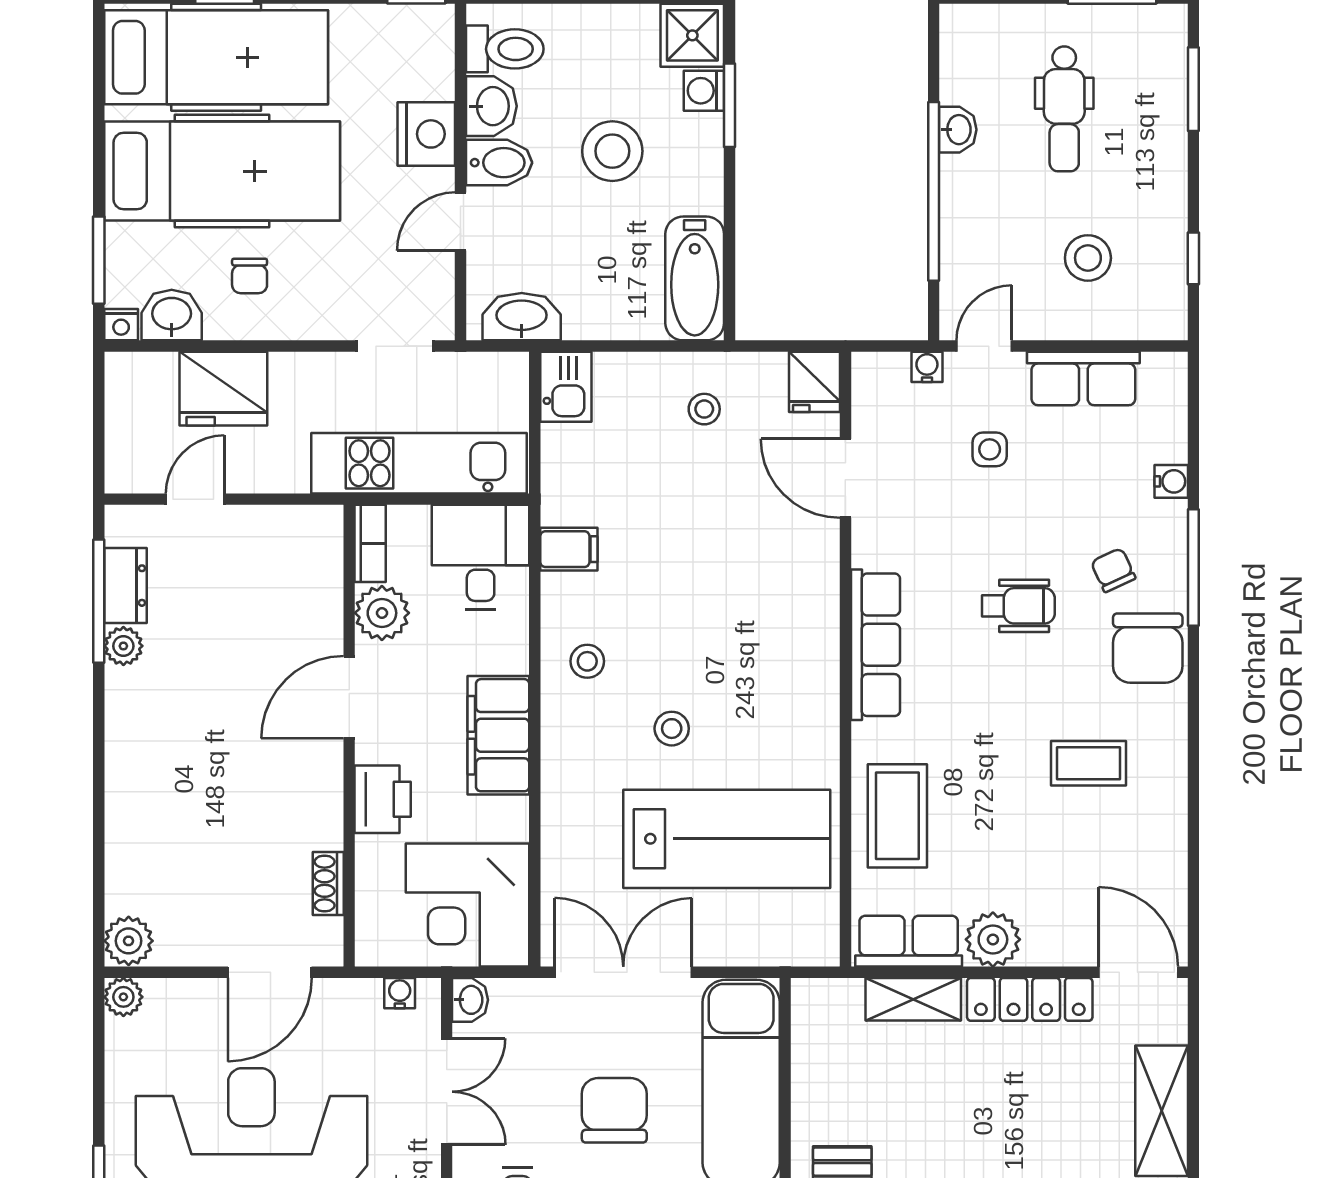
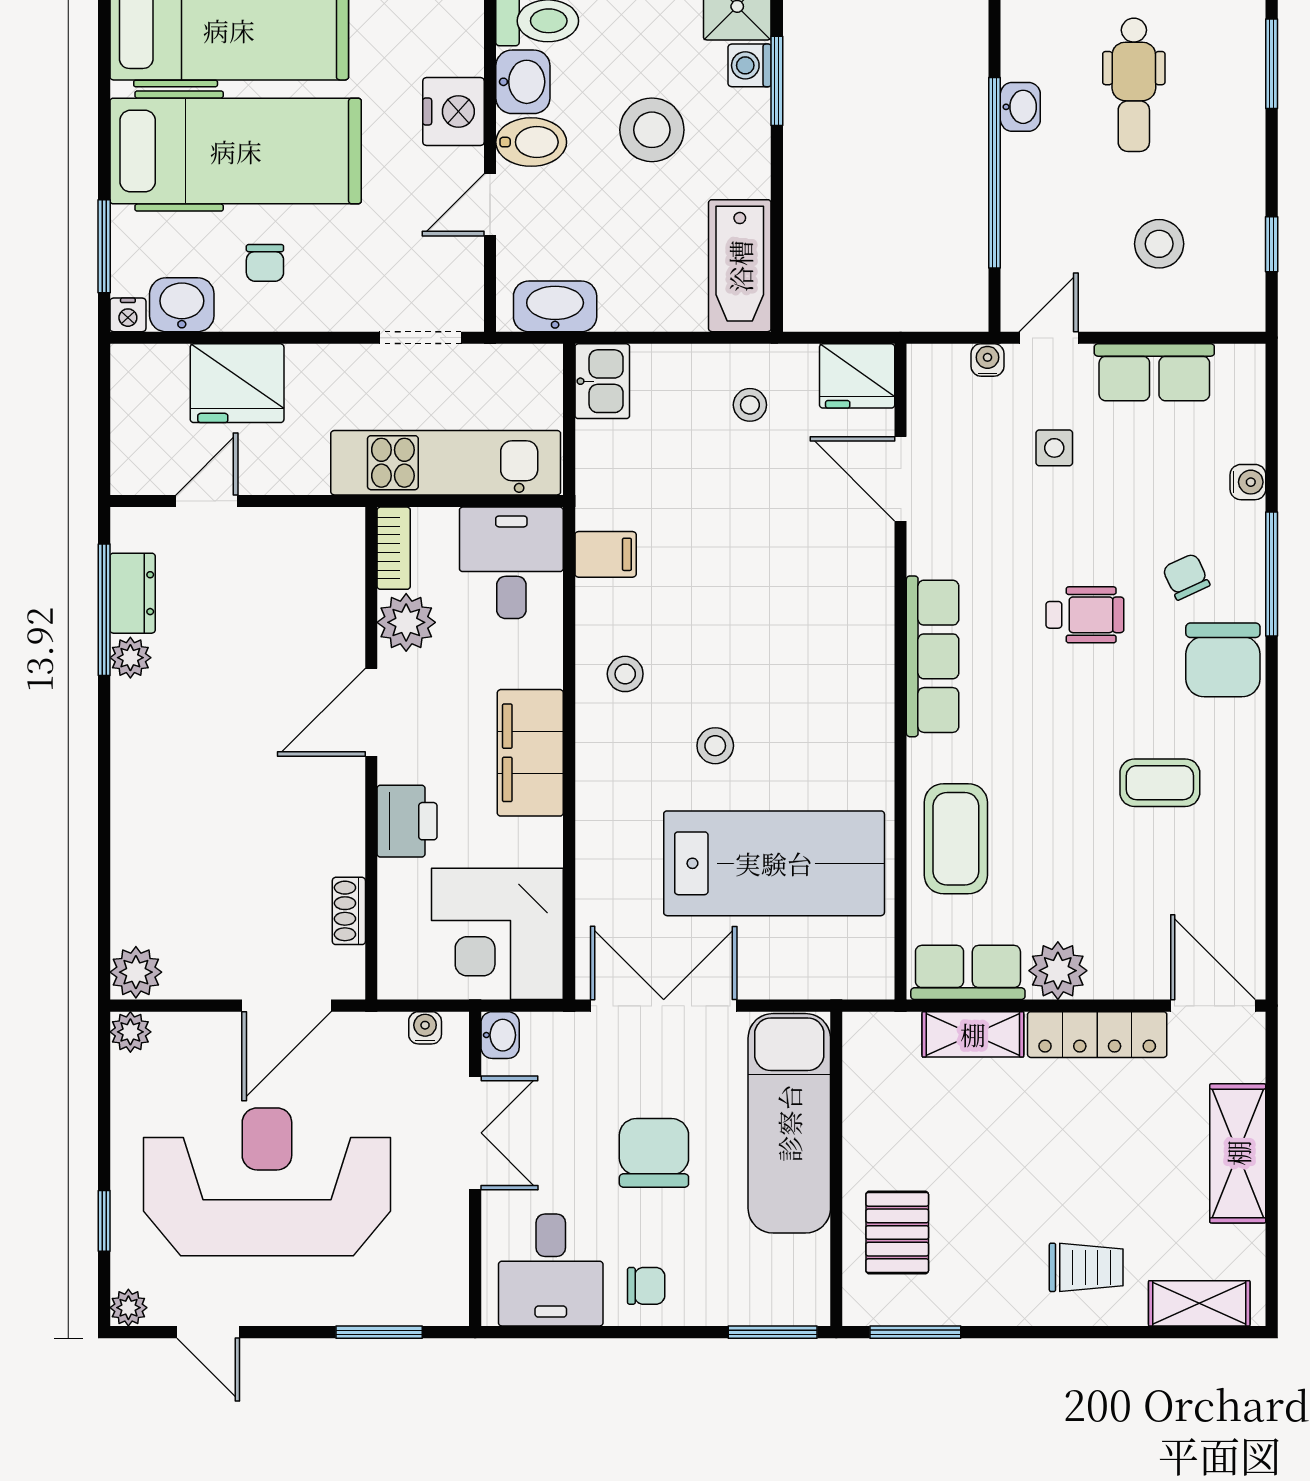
fridge: (815, 382) -> (857, 376), width x1.38

